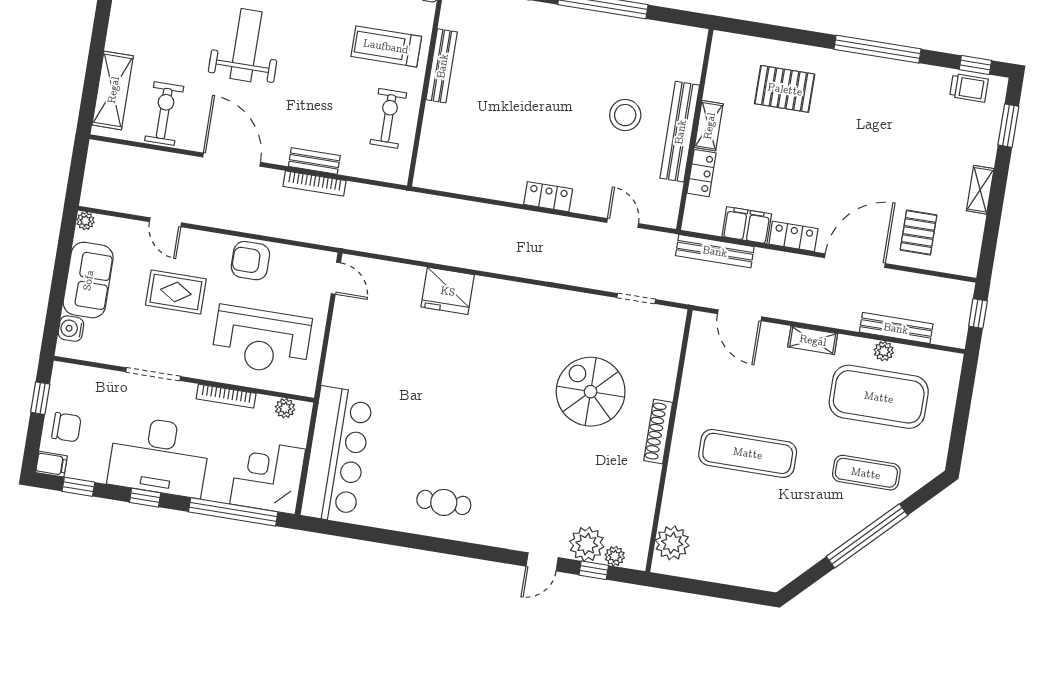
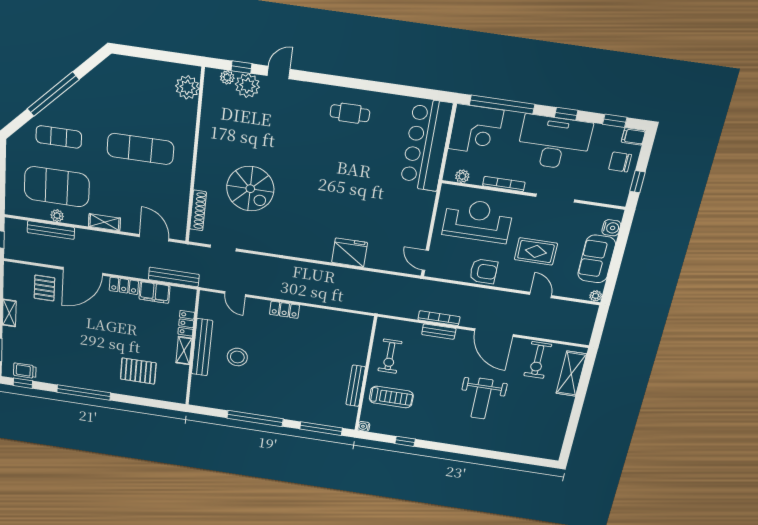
shoe rack: (658, 431) -> (198, 210), moved

